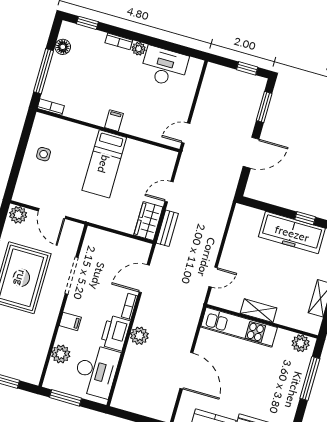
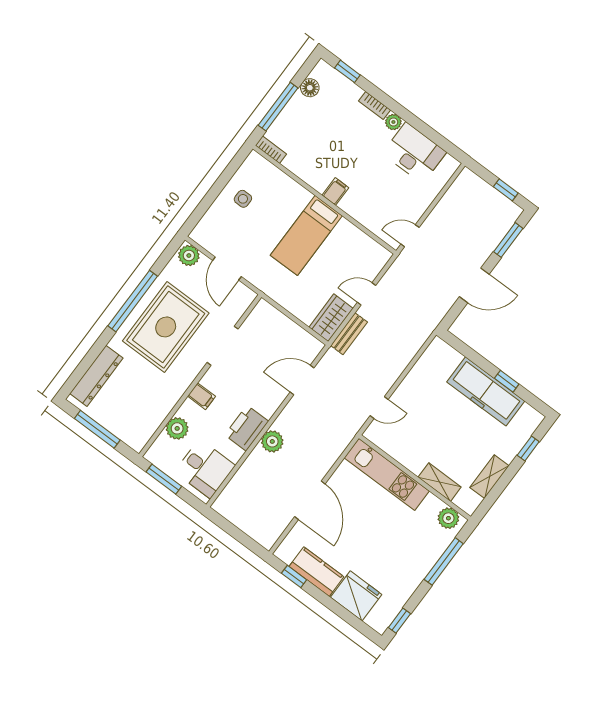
bookcase: (130, 306) -> (274, 405), removed
shelving: (259, 311) -> (440, 482), moved
desk: (96, 371) -> (205, 469), width x0.73

